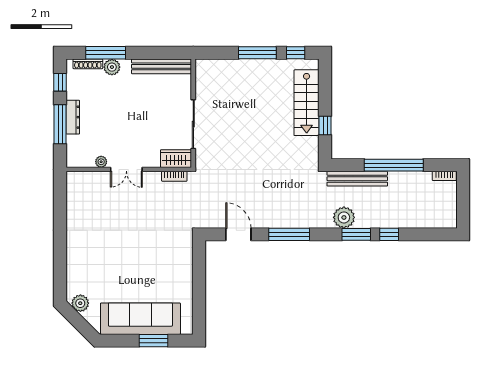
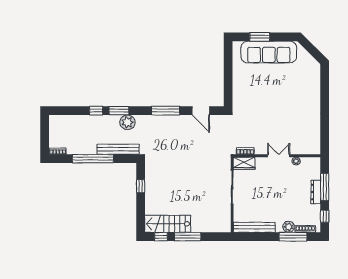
stairs: (307, 103) -> (168, 224), moved, turned -90
plant: (80, 303) -> (311, 63), removed

